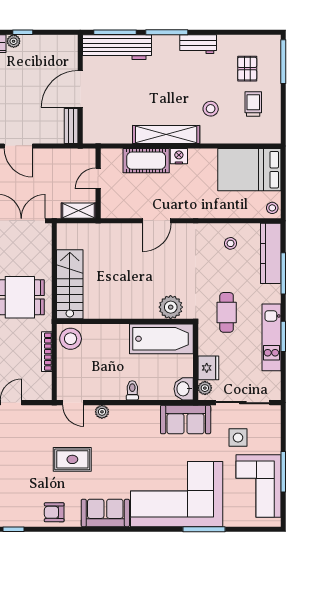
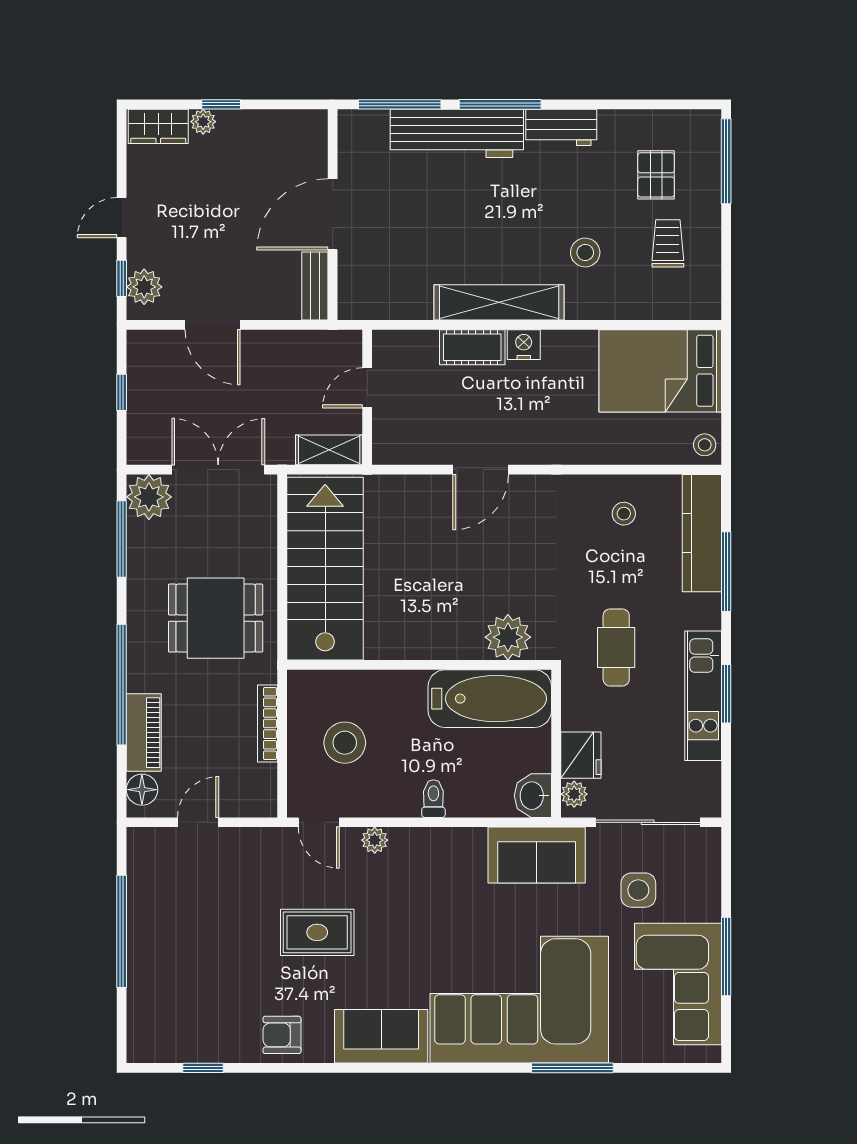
workbench: (117, 47) -> (457, 133), moved
cot: (146, 161) -> (472, 347), width x0.73, depth x0.75
stairs: (70, 284) -> (325, 569), width x1.36, depth x1.51
stool: (71, 339) -> (345, 743), moved

